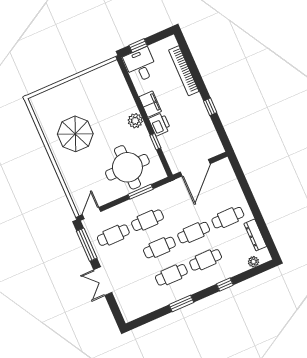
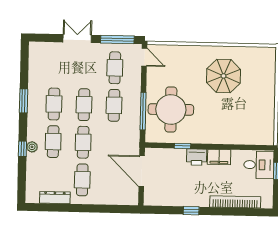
plant: (135, 121) -> (210, 136), removed
window: (141, 192) -> (143, 111), width x1.44
plant: (253, 262) -> (32, 147), moved

